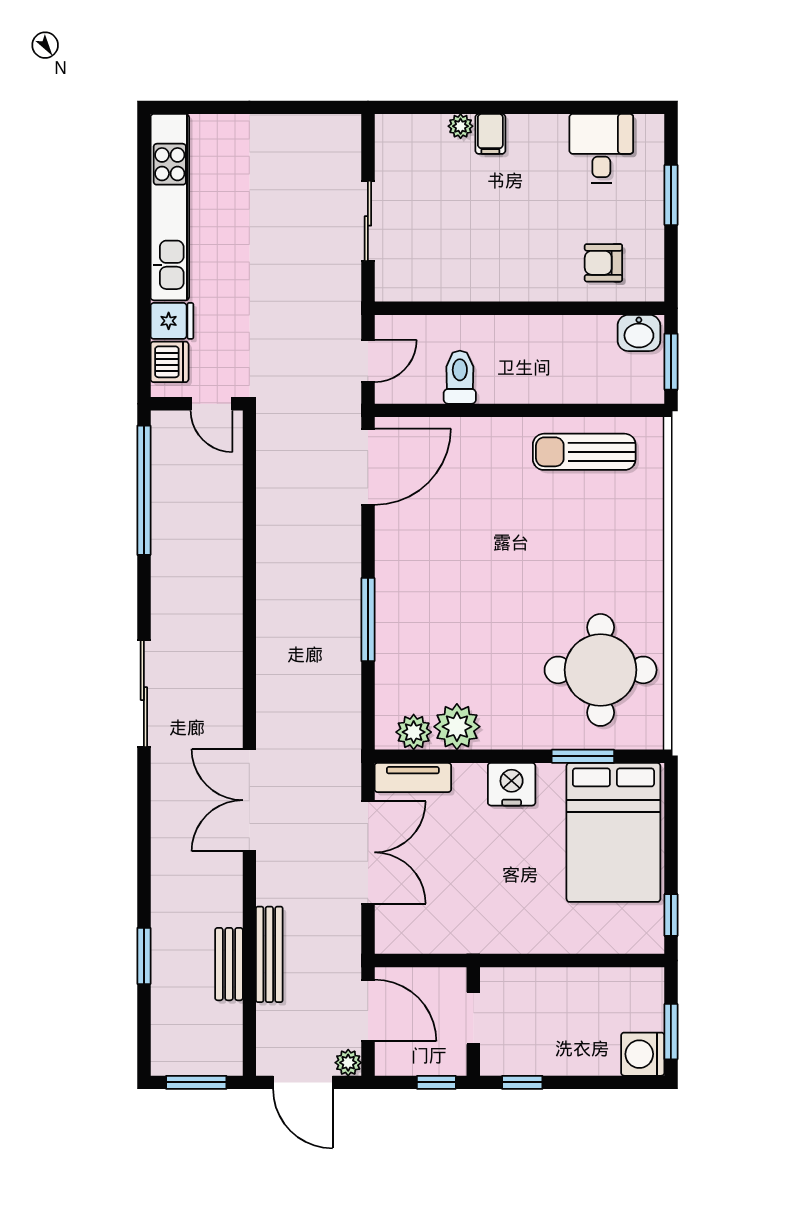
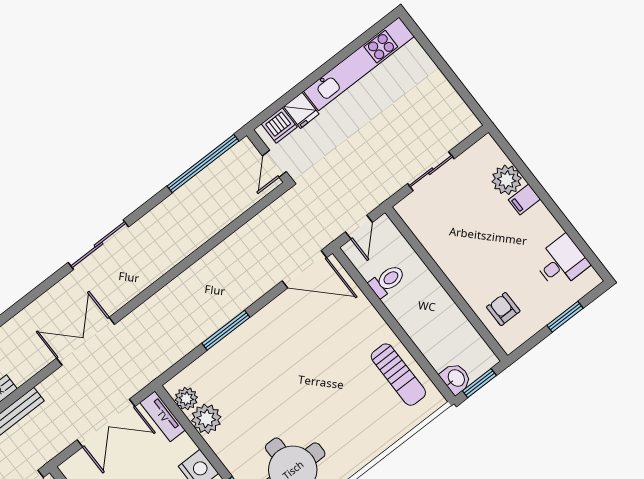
plant: (461, 126) -> (507, 180), width x1.88, depth x1.88
washbasin: (639, 333) -> (456, 378), moved, turned 180
door: (368, 361) -> (359, 227), hinge flipped
sun lounger: (584, 452) -> (398, 375), turned 180

